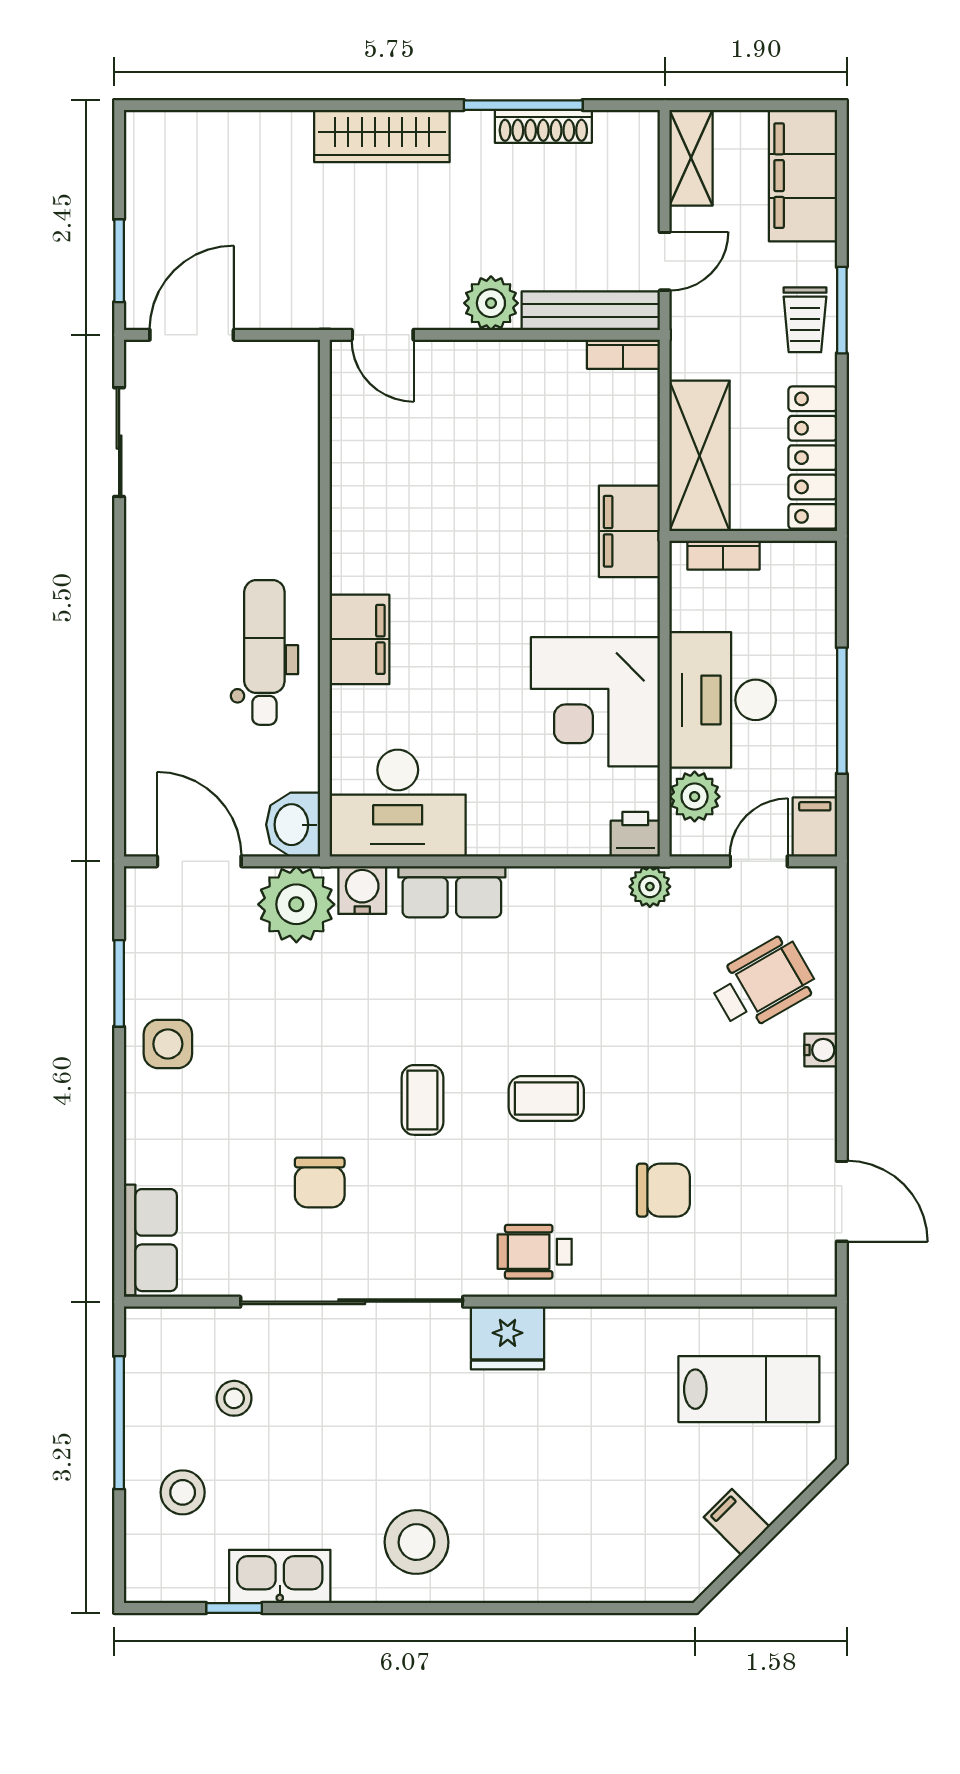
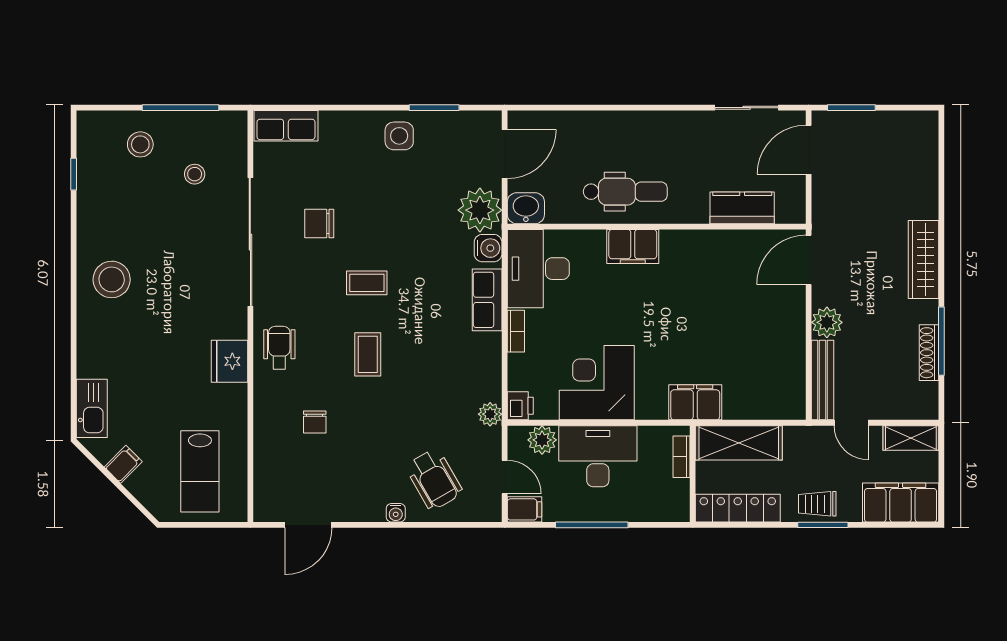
door: (192, 335) -> (809, 150), swing flipped
door: (383, 335) -> (809, 260), width x1.38
bookcase: (623, 354) -> (516, 331), moved, turned 180
kitchen counter: (292, 450) -> (742, 208), added
chair: (663, 1190) -> (315, 422), width x0.73, depth x0.73
fridge: (508, 1338) -> (229, 361), moved
kitchen sink: (280, 1576) -> (92, 408), moved

